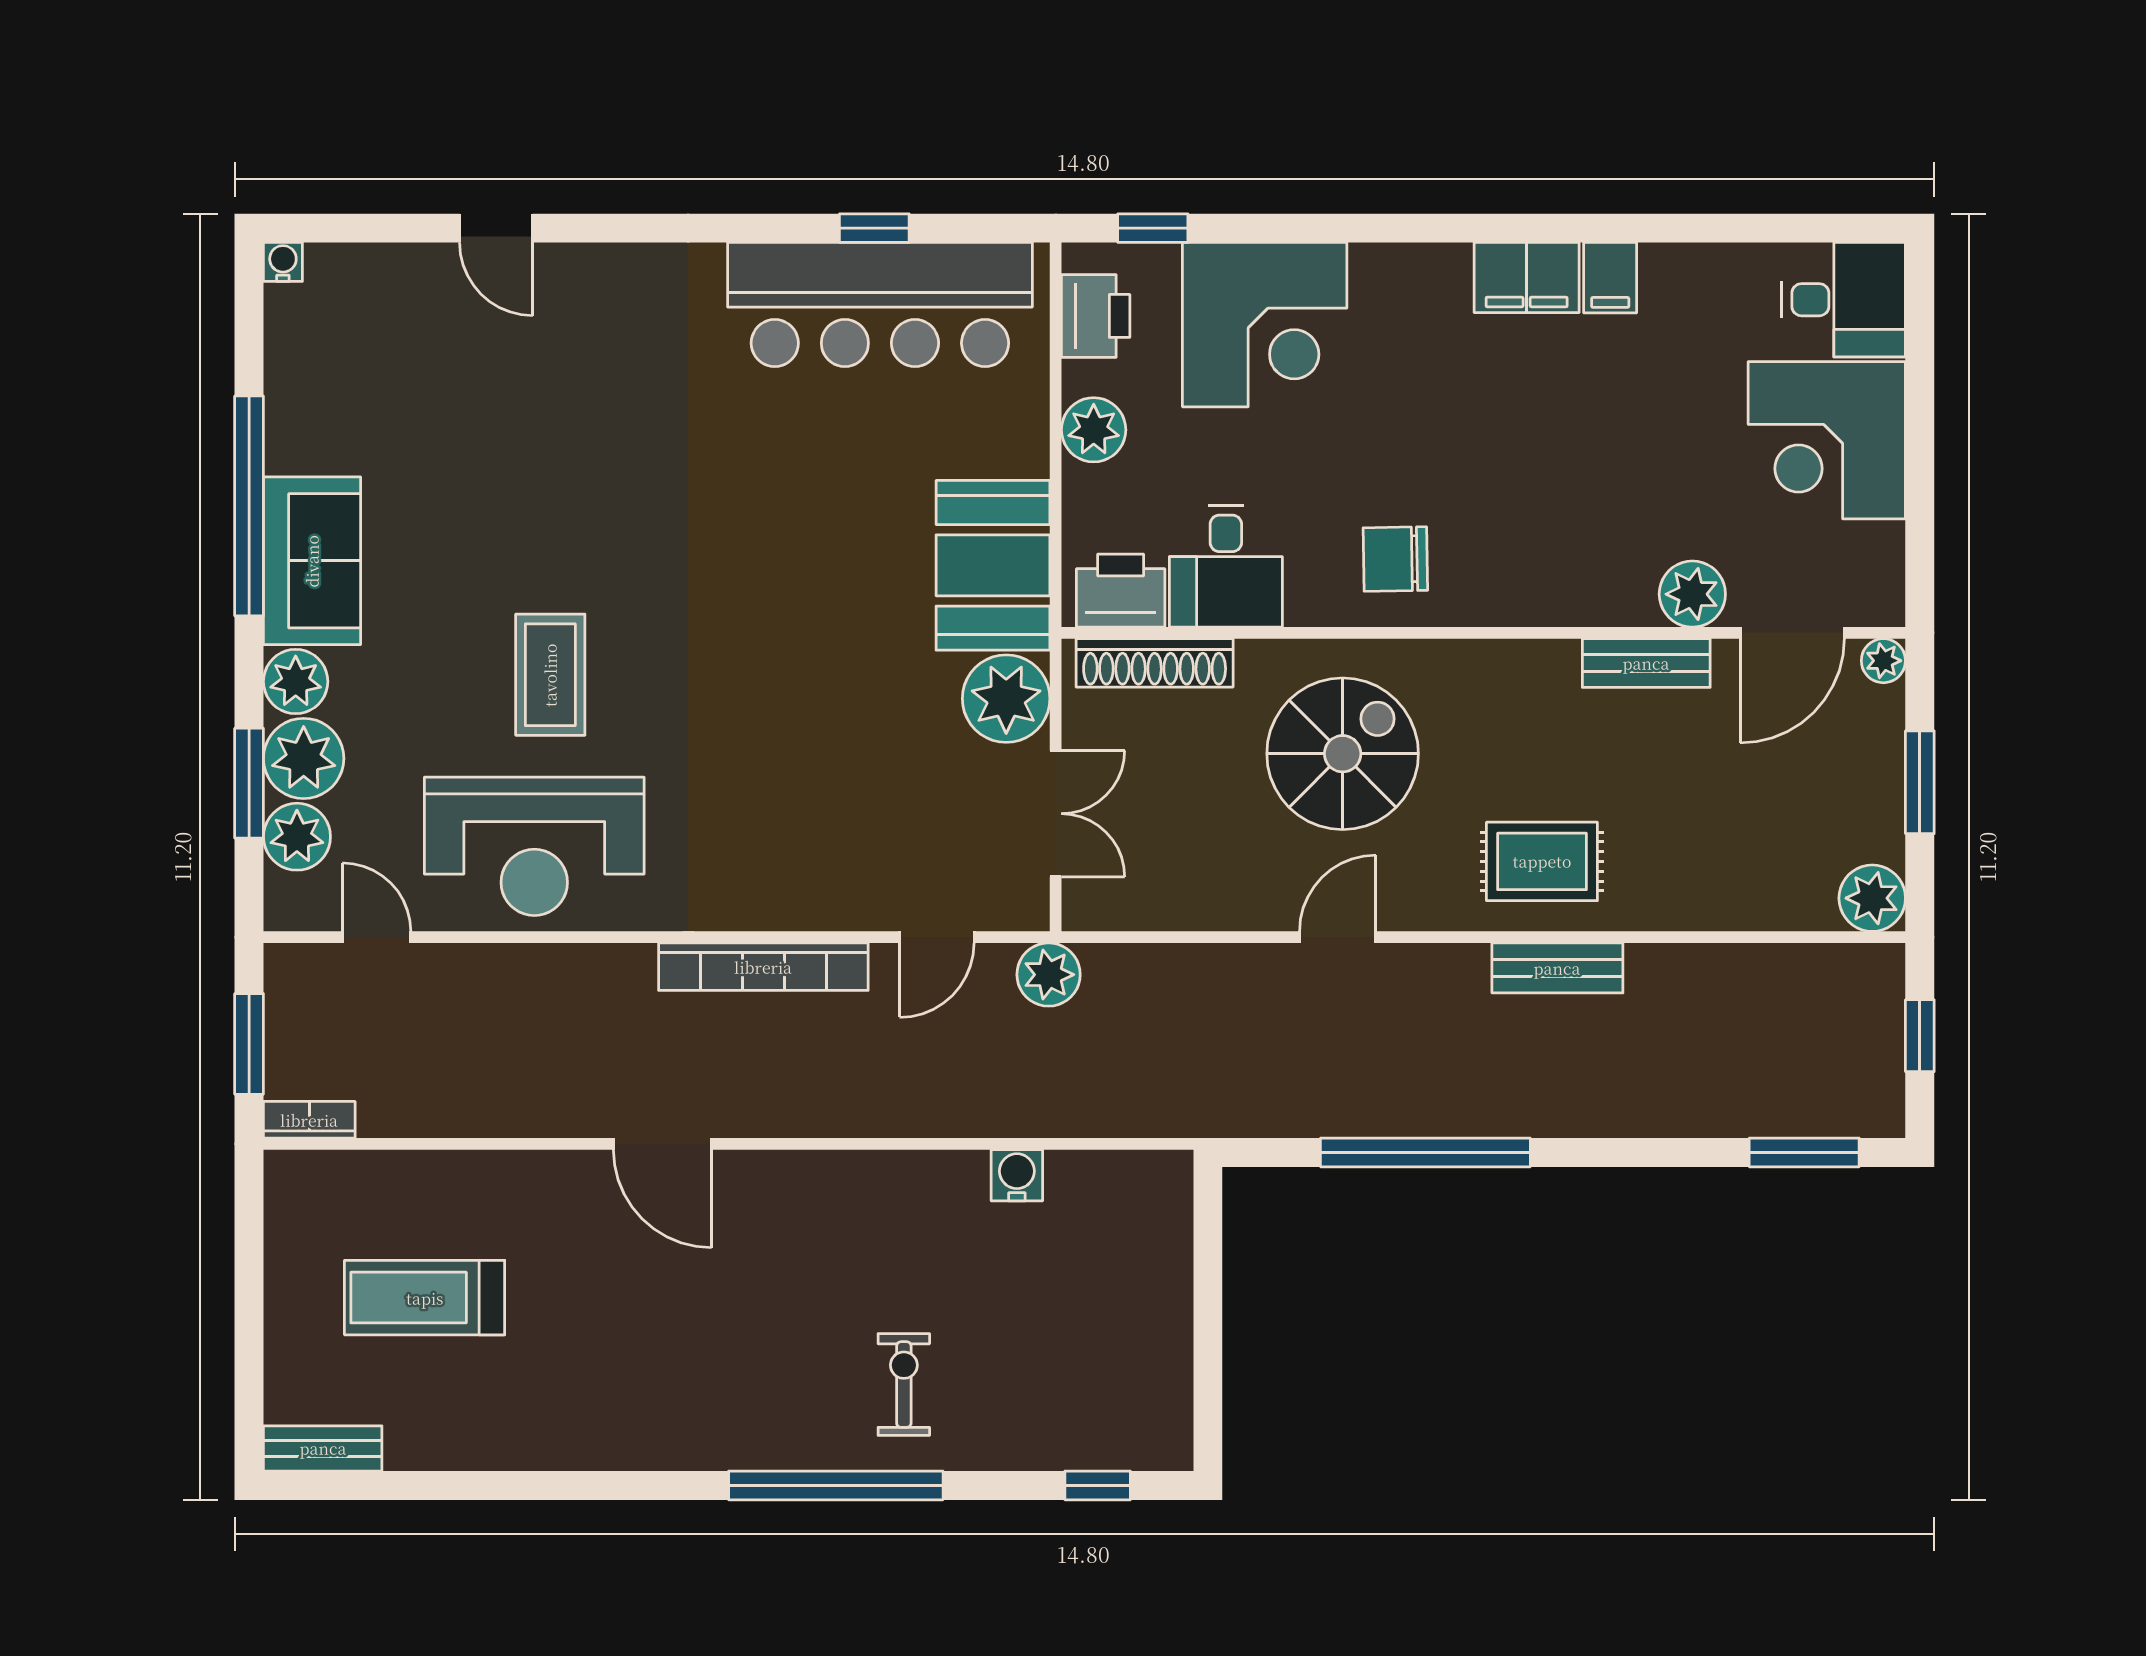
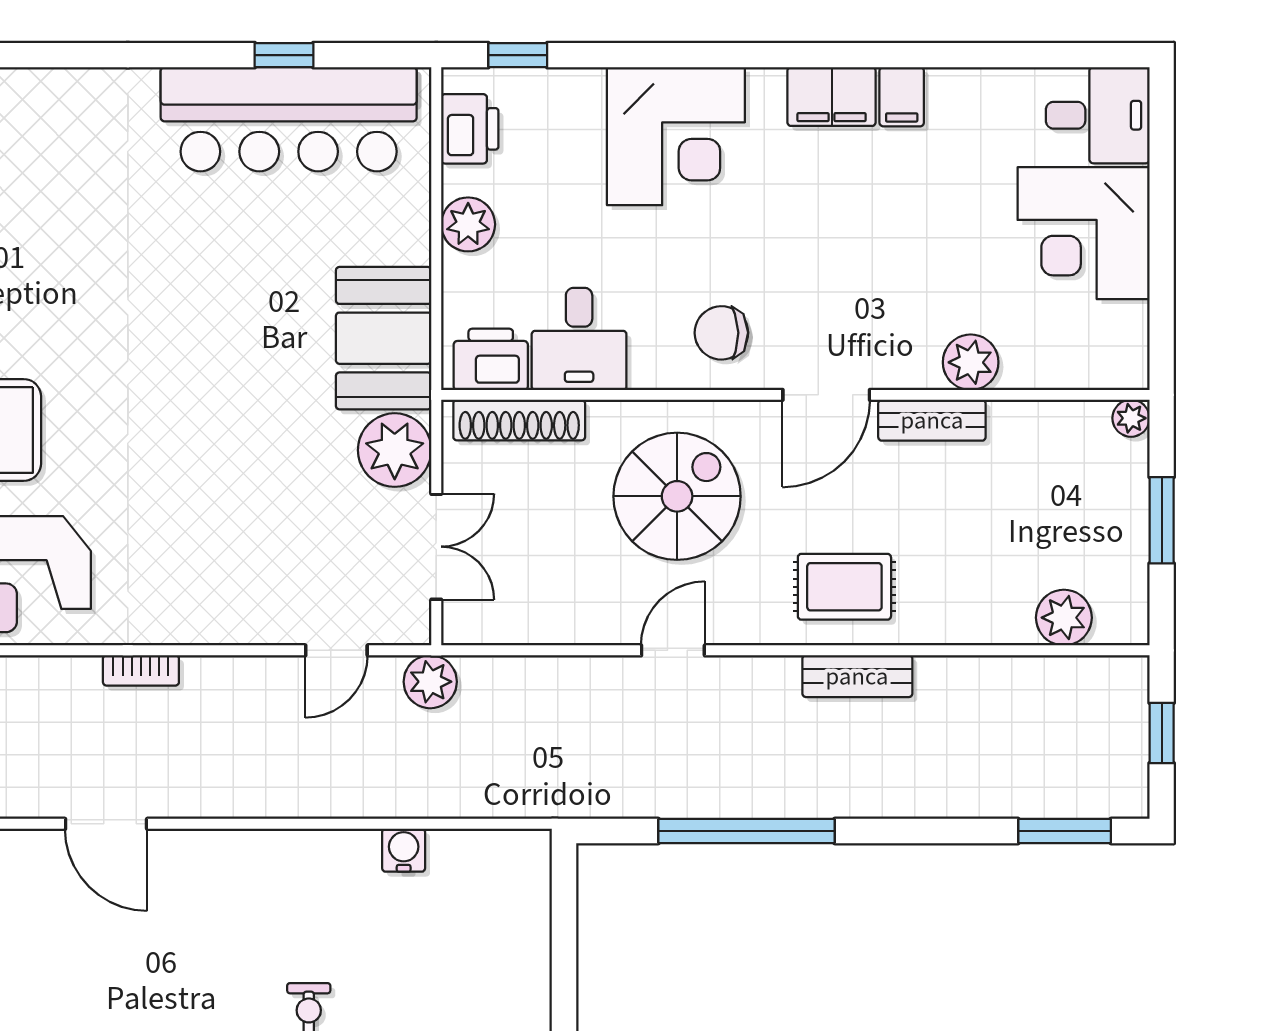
corner desk: (1265, 325) -> (676, 136), moved
door: (1792, 633) -> (826, 395), moved
plant: (1872, 898) -> (1064, 618), moved
bookcase: (763, 967) -> (141, 670), width x0.43, depth x0.76

